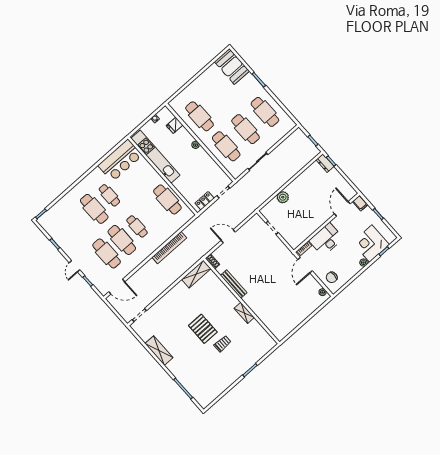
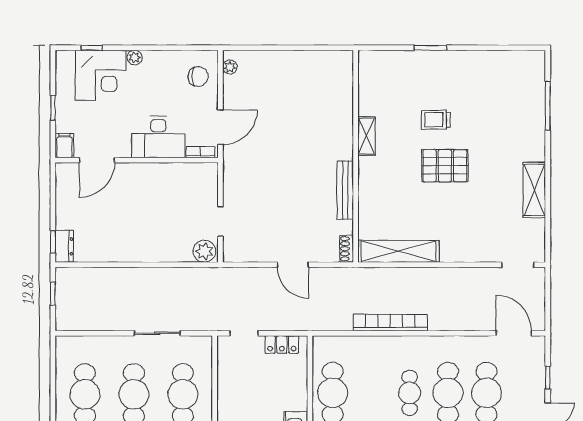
plant: (283, 197) -> (204, 251), moved
shelving: (196, 274) -> (399, 251), width x1.47
pallet: (203, 329) -> (445, 166), turned 90

